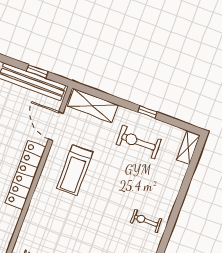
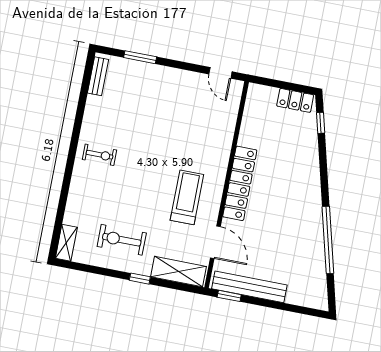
window: (37, 71) -> (229, 296), moved
window: (148, 112) -> (140, 279), moved
exercise bike: (139, 142) -> (122, 240), turned 180

